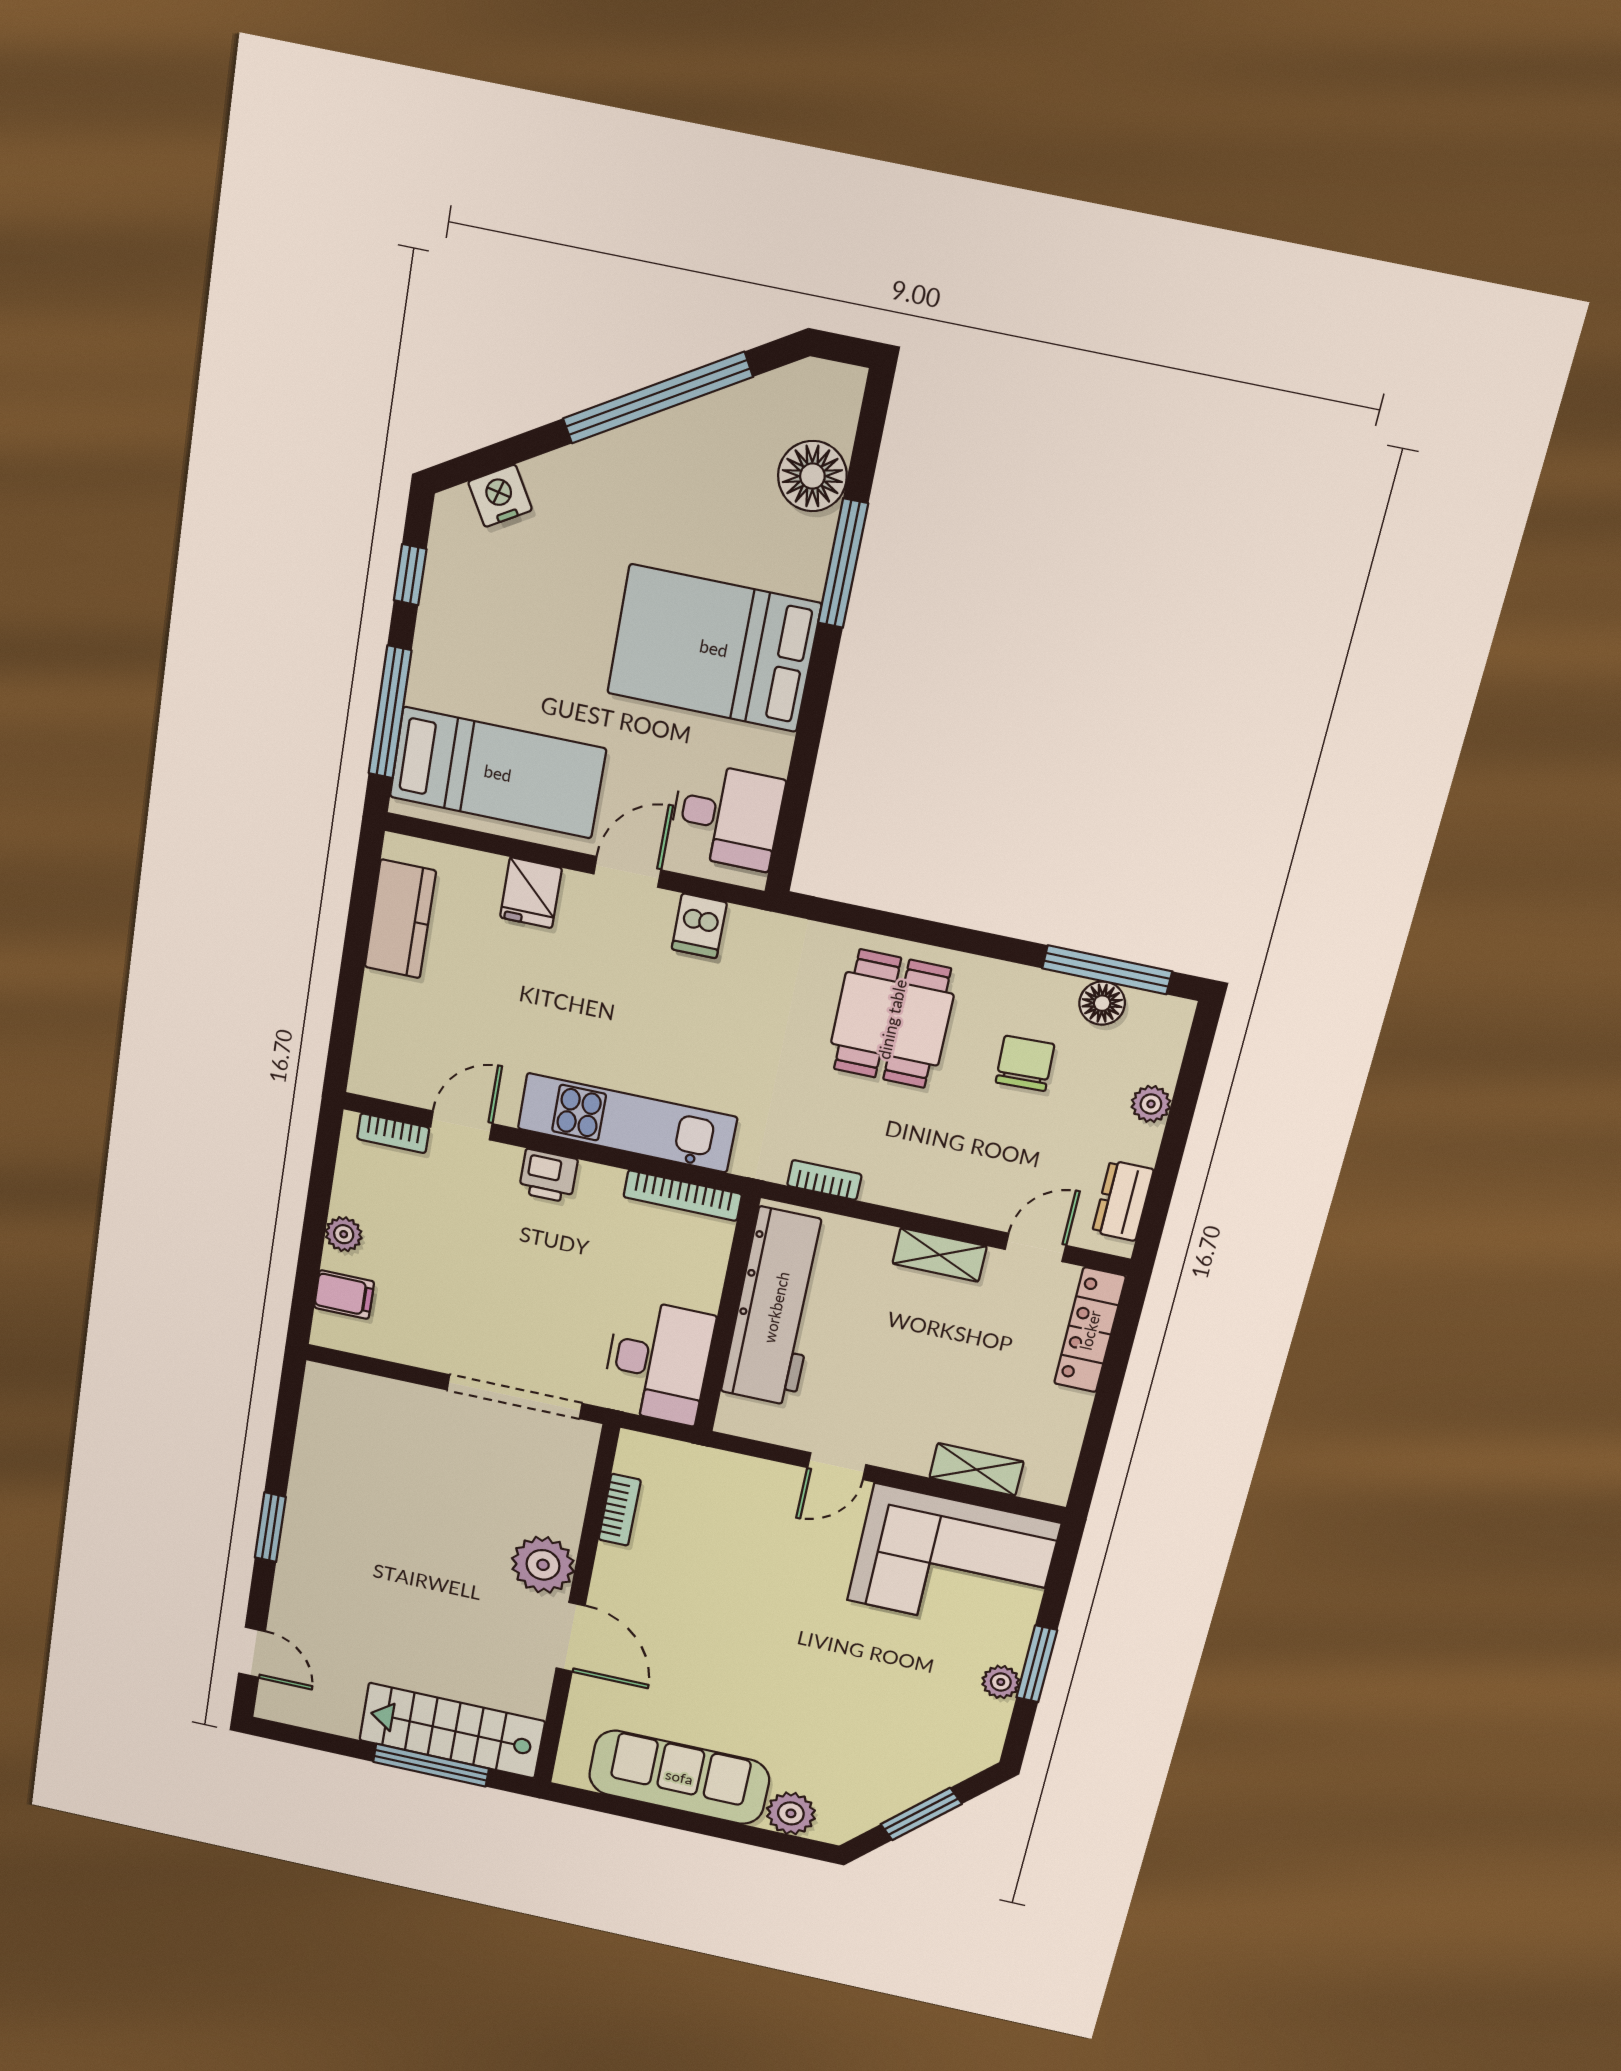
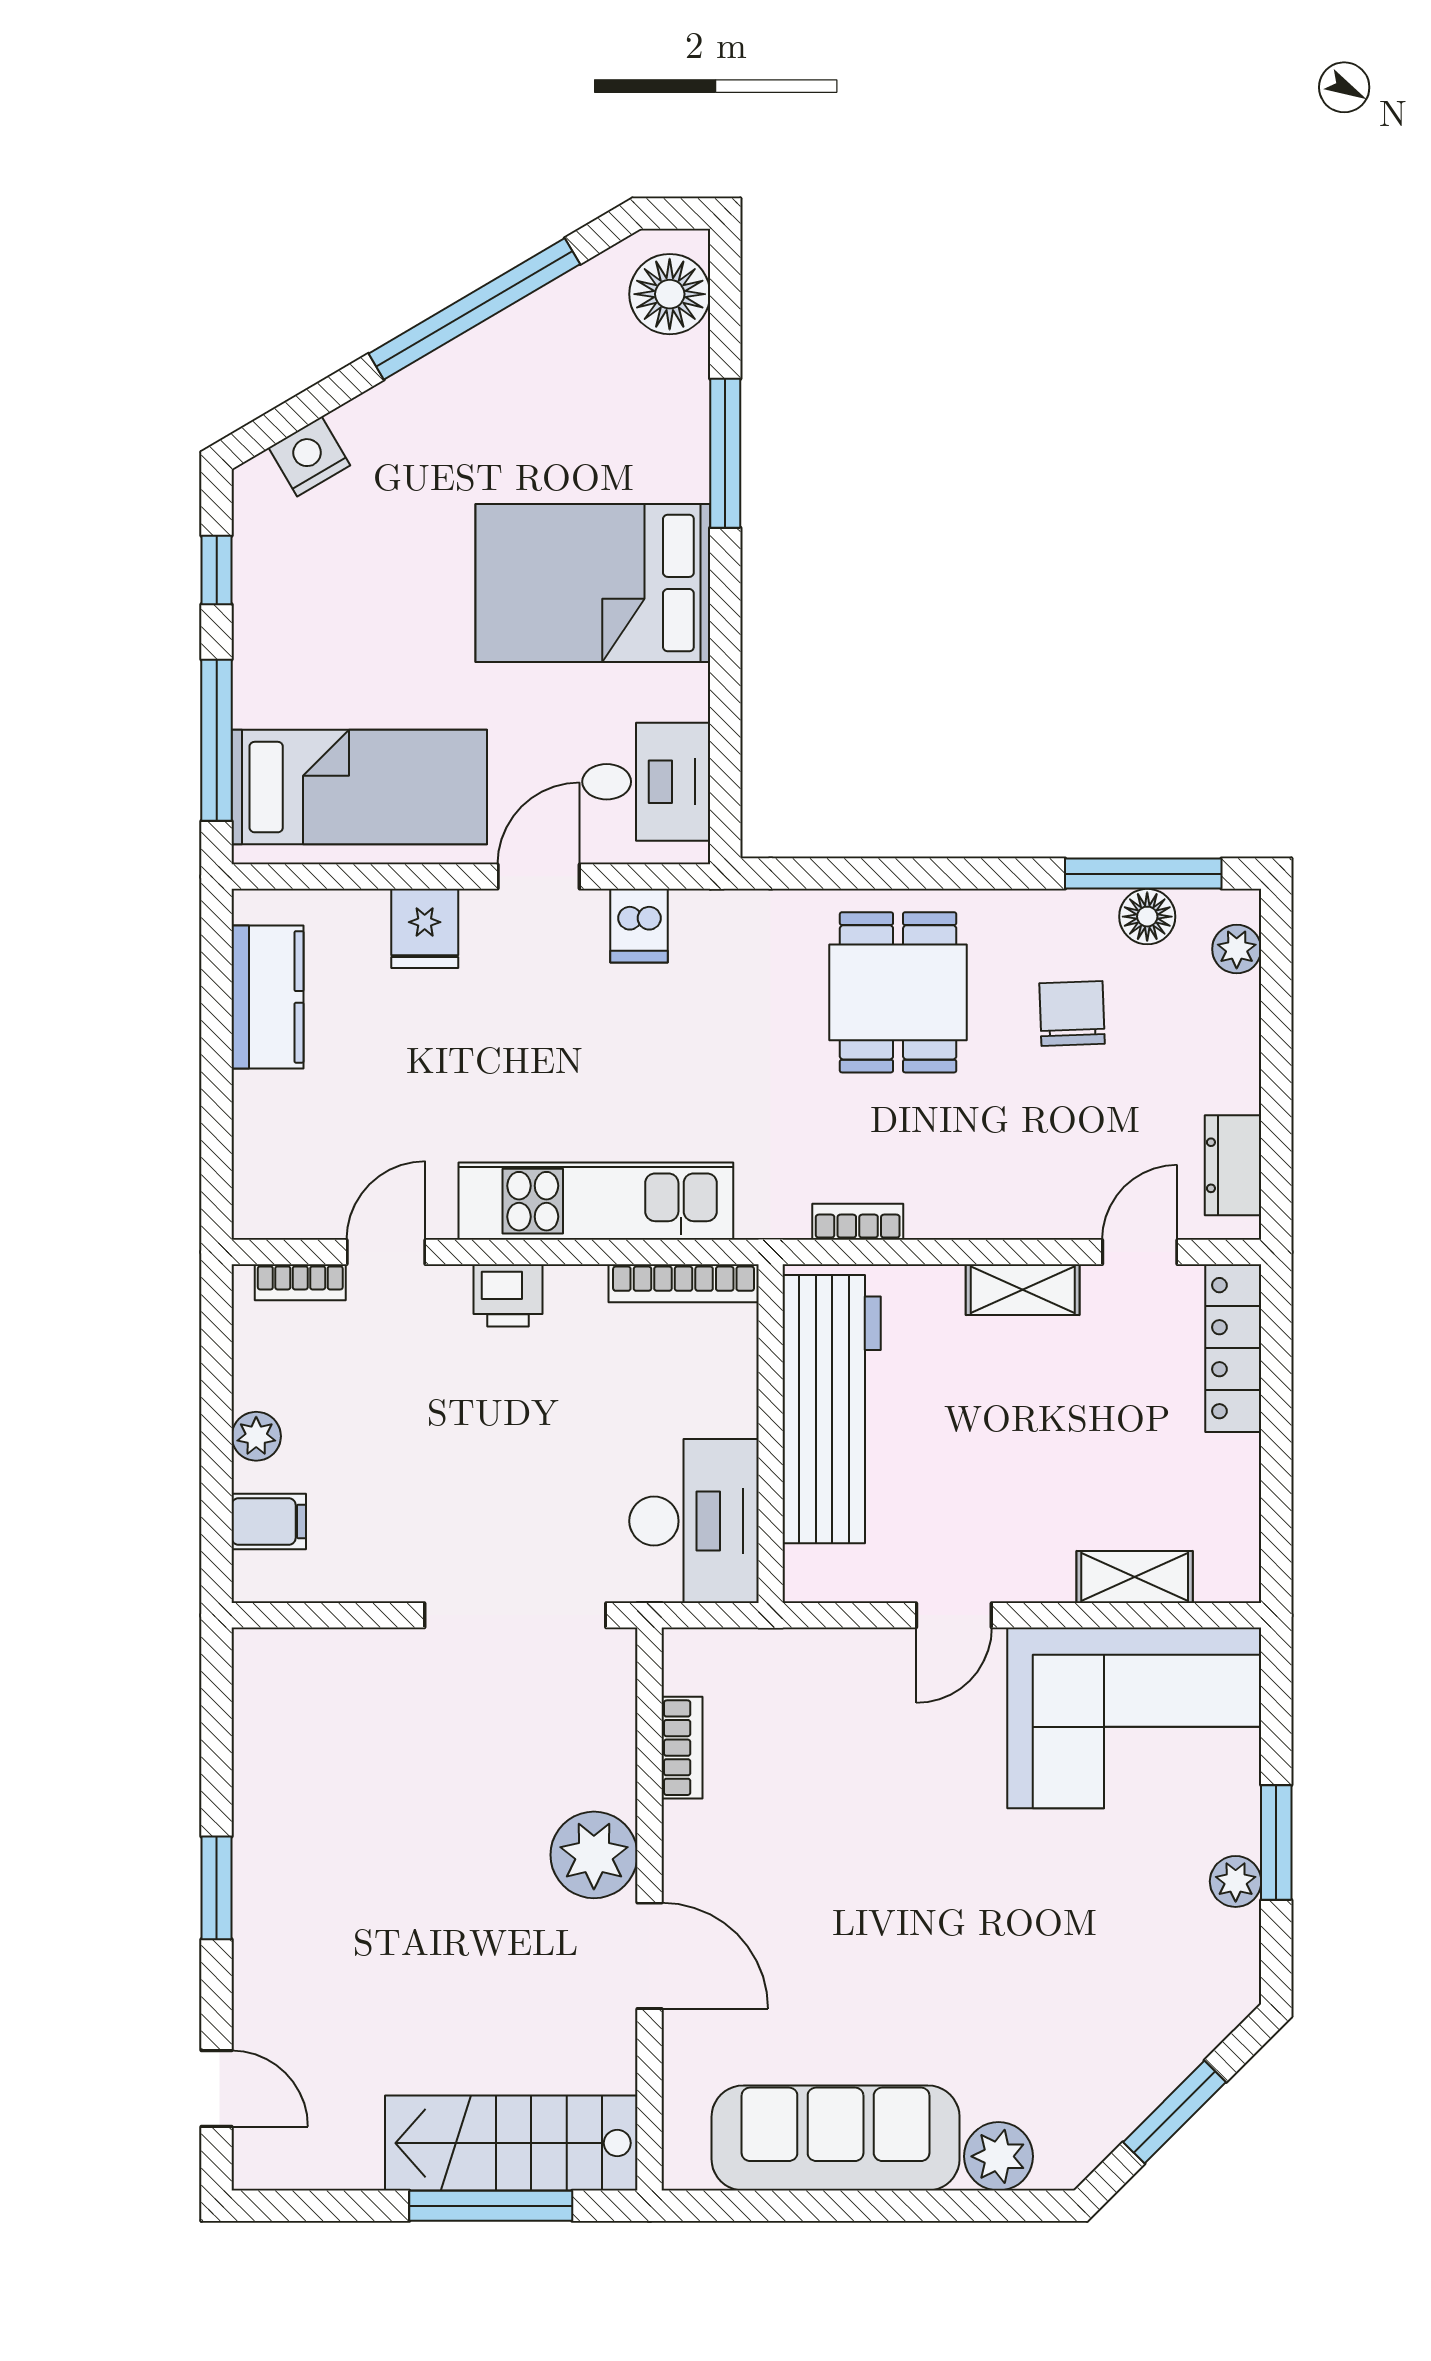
floor lamp: (812, 476) -> (670, 294), moved
plant: (1151, 1104) -> (1237, 949), moved

